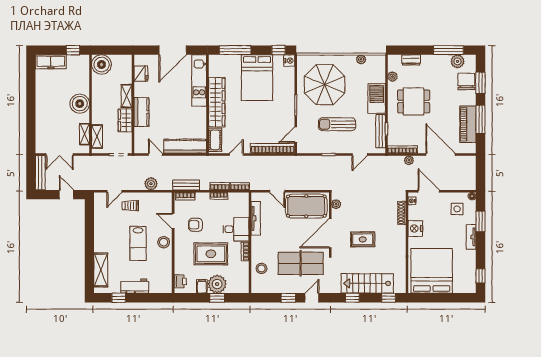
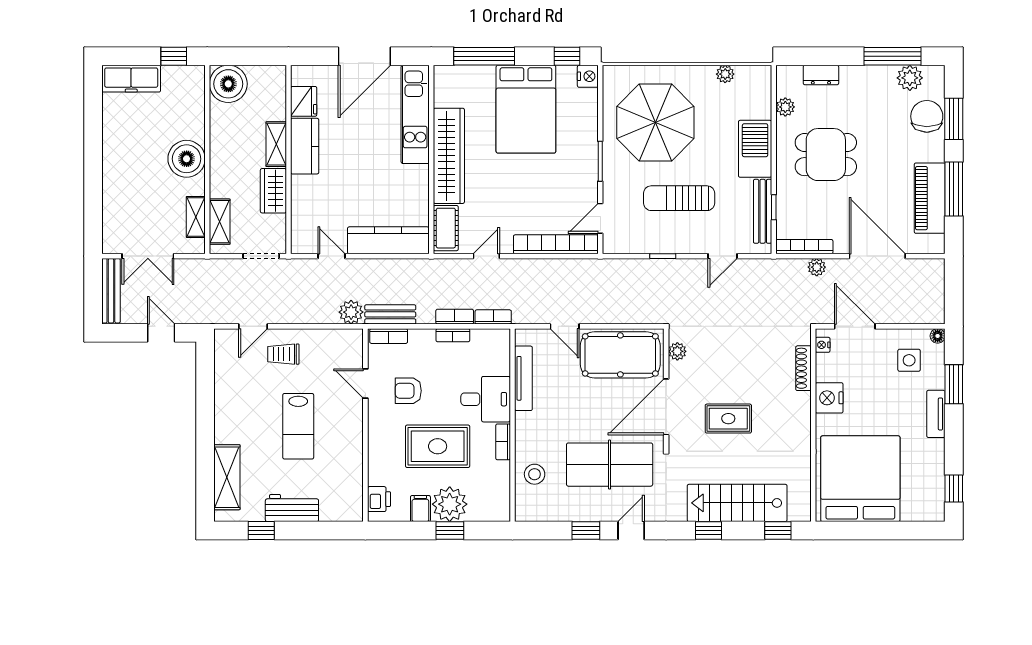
kitchen counter: (141, 112) -> (305, 146), moved
plant: (151, 184) -> (351, 312), moved
stool: (164, 242) -> (347, 424), removed

